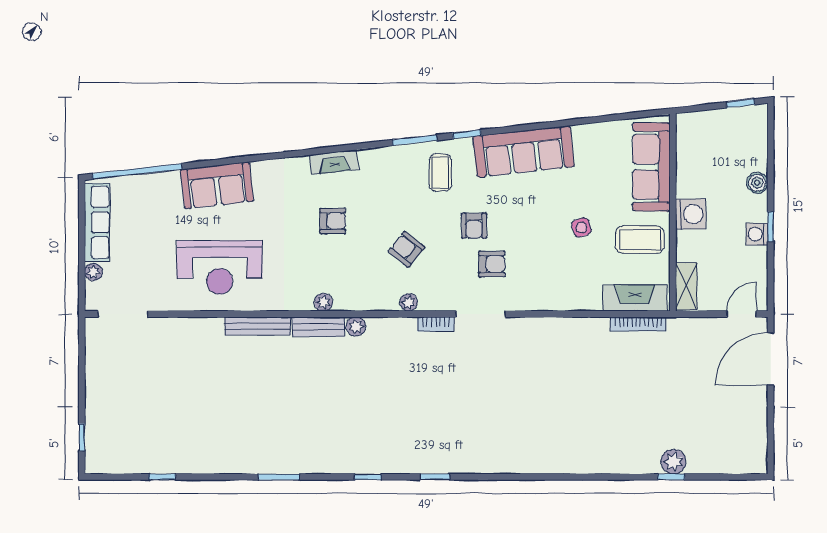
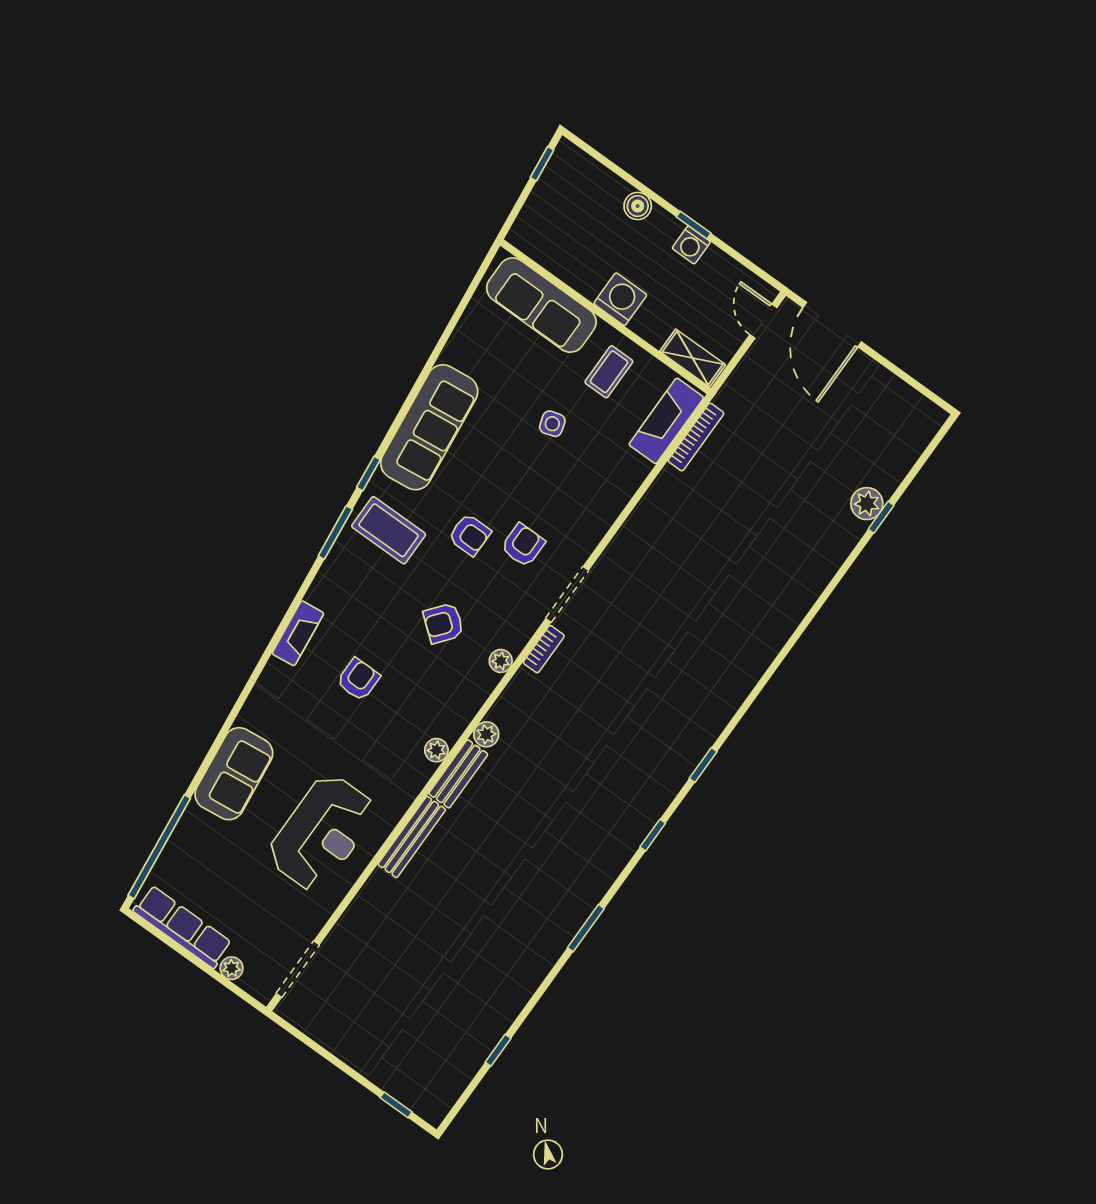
coffee table: (440, 173) -> (389, 530), width x1.36, depth x1.30
coffee table: (640, 240) -> (609, 372), width x0.73, depth x0.77

